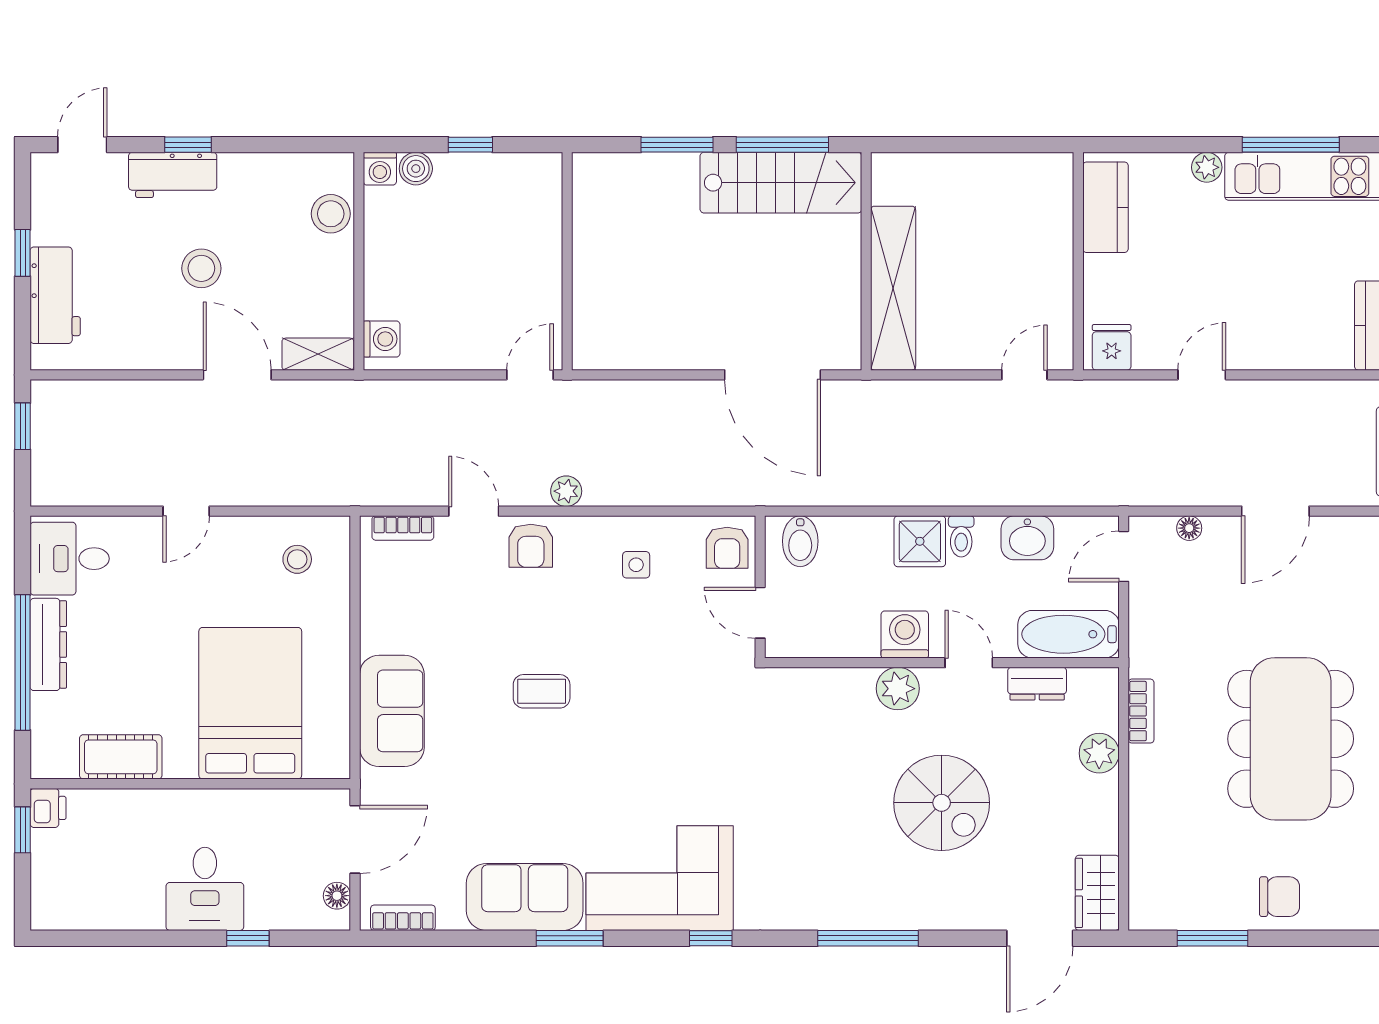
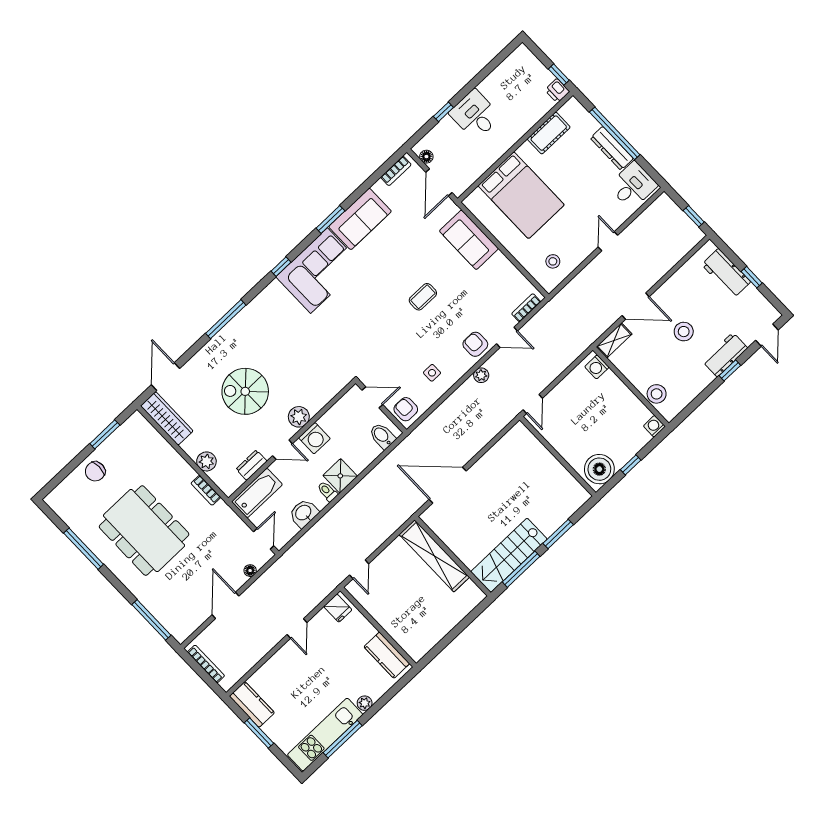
boiler: (416, 169) -> (599, 469), moved, width x1.86, depth x1.86
wardrobe: (1097, 893) -> (167, 418), width x1.50

